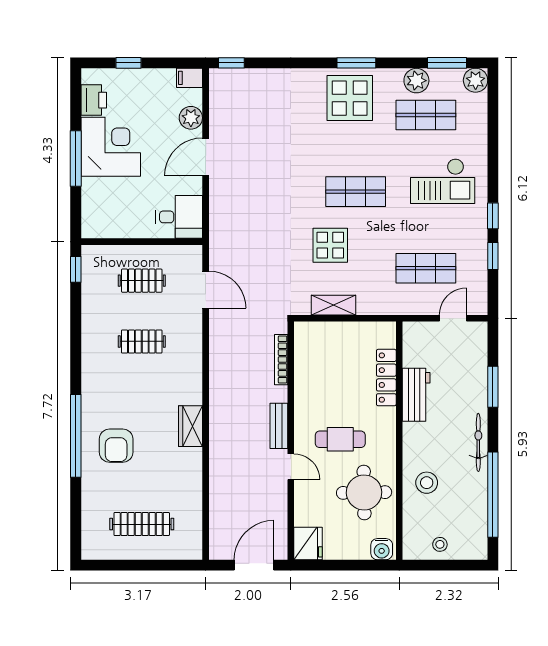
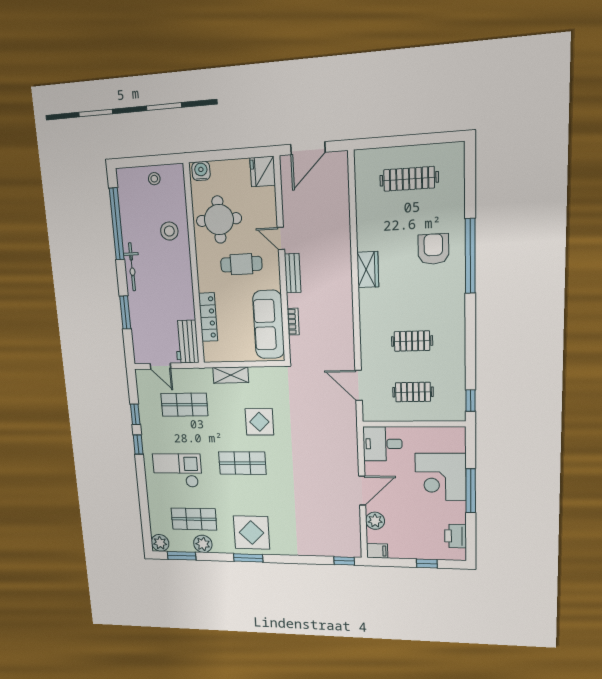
corner desk: (111, 147) -> (441, 477), moved
shelving: (333, 305) -> (231, 375), moved
door: (453, 318) -> (160, 366), hinge flipped
bookcase: (281, 360) -> (293, 322), width x0.64
sofa: (311, 366) -> (269, 325), added
workbench: (416, 395) -> (187, 342), moved

